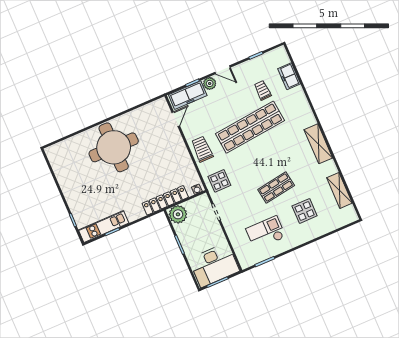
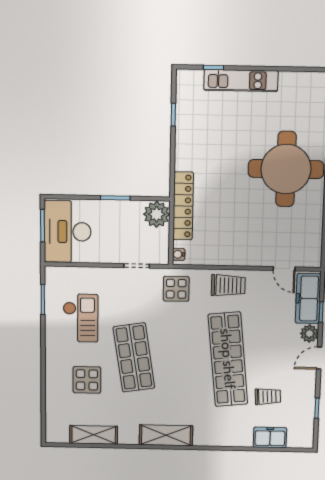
shop shelf: (276, 187) -> (134, 357), width x1.43, depth x1.36
kitchen unit: (104, 227) -> (241, 80), moved, turned 90

